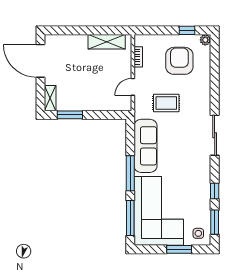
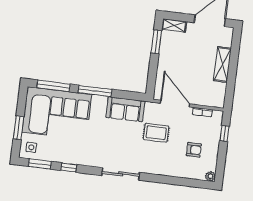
window: (187, 30) -> (225, 133), moved
shelving: (107, 42) -> (222, 64), moved
armchair: (179, 61) -> (194, 150), width x0.53, depth x0.53
door: (133, 87) -> (175, 104), width x1.88
rug: (166, 103) -> (156, 133), turned 90
sofa: (146, 146) -> (125, 109), width x0.73

